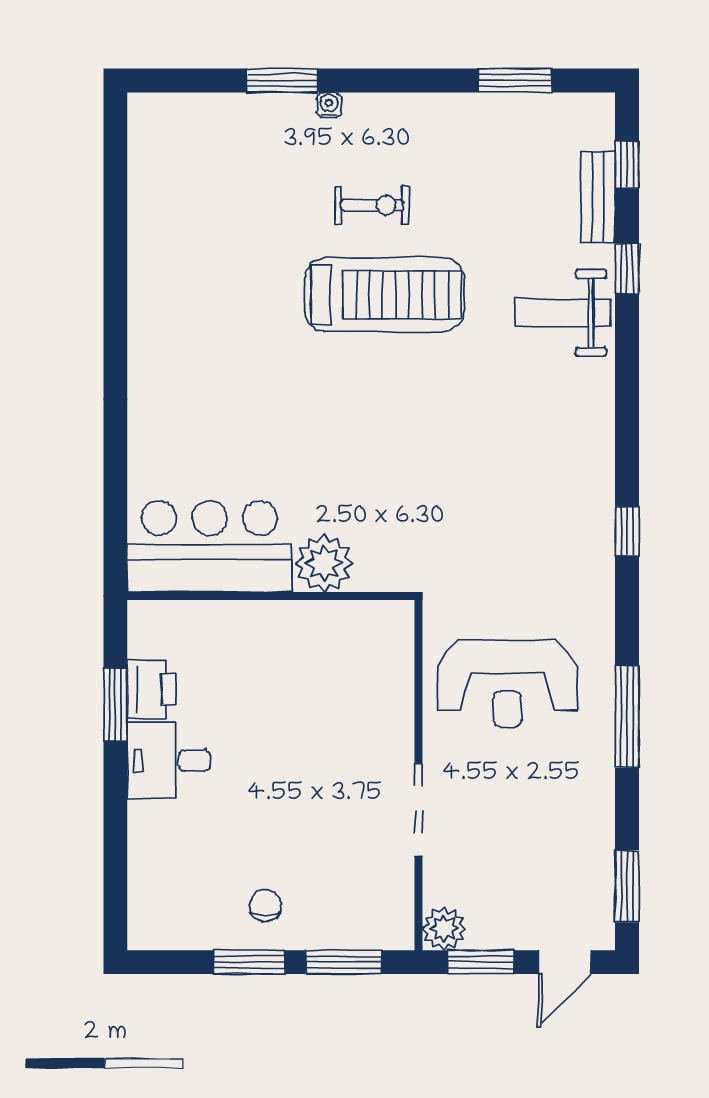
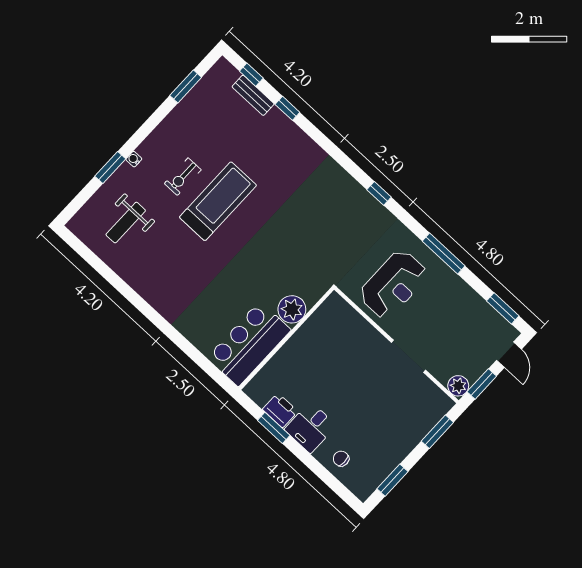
exercise bike: (372, 205) -> (183, 177), turned 180
weight bench: (563, 313) -> (126, 223), moved
chair: (265, 906) -> (341, 459), moved
window: (249, 962) -> (392, 480), moved

